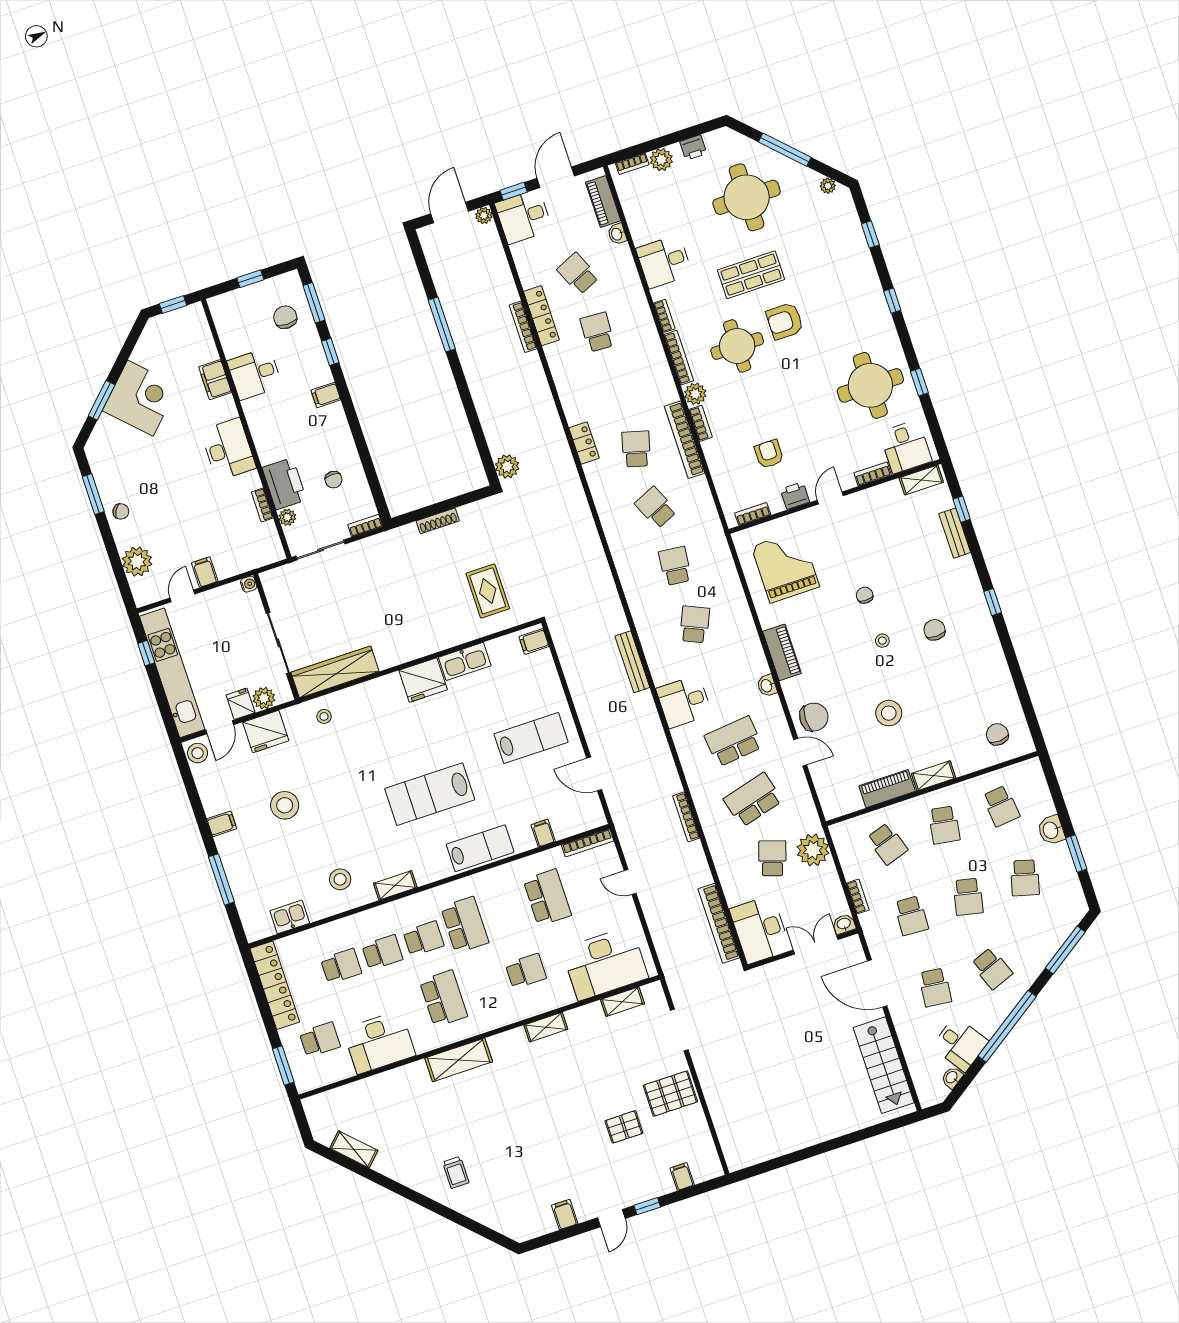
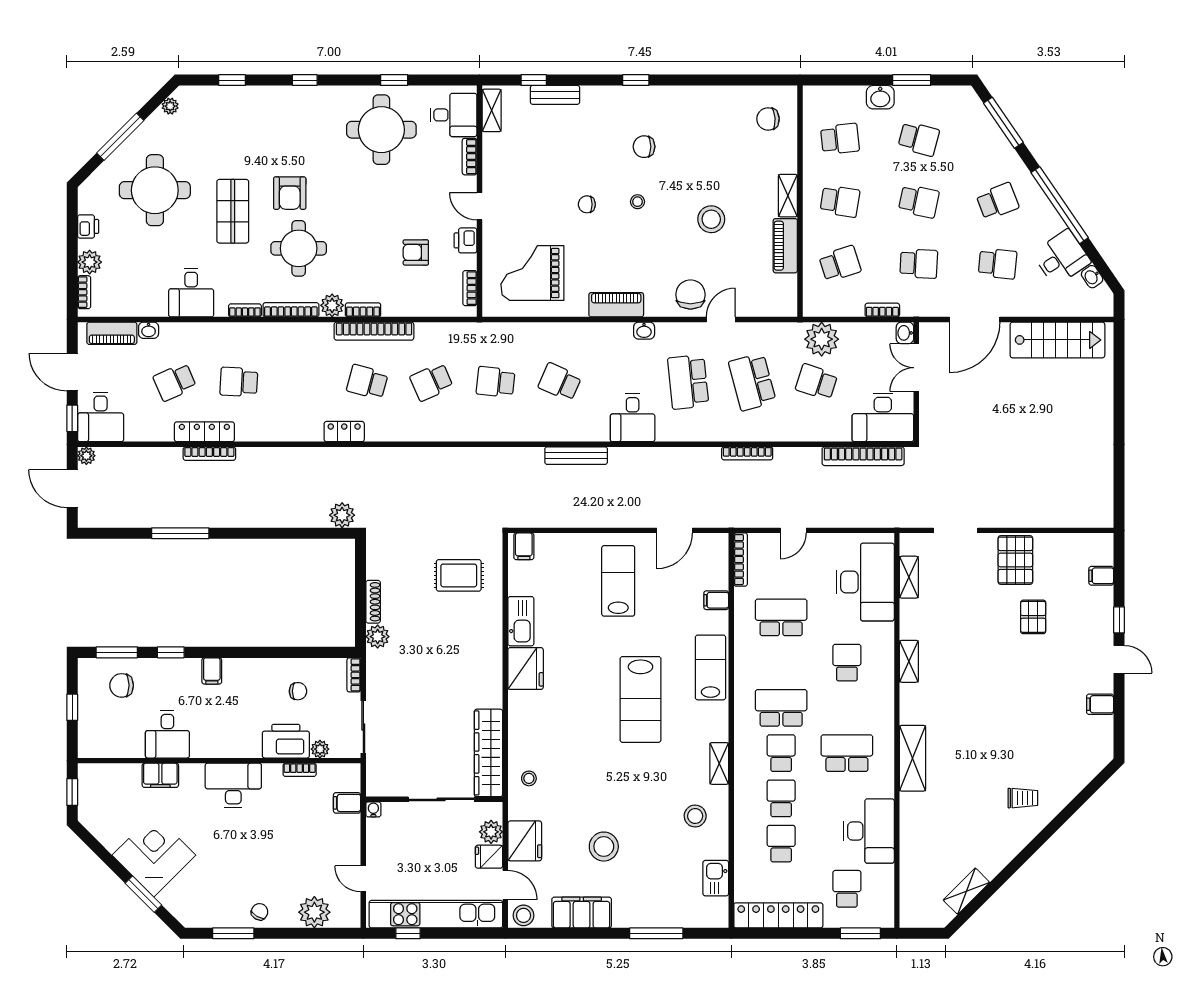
plant: (407, 536) -> (378, 637), added
filing cabinet: (205, 572) -> (347, 803), moved
filing cabinet: (222, 824) -> (582, 913), width x3.00, depth x1.17

